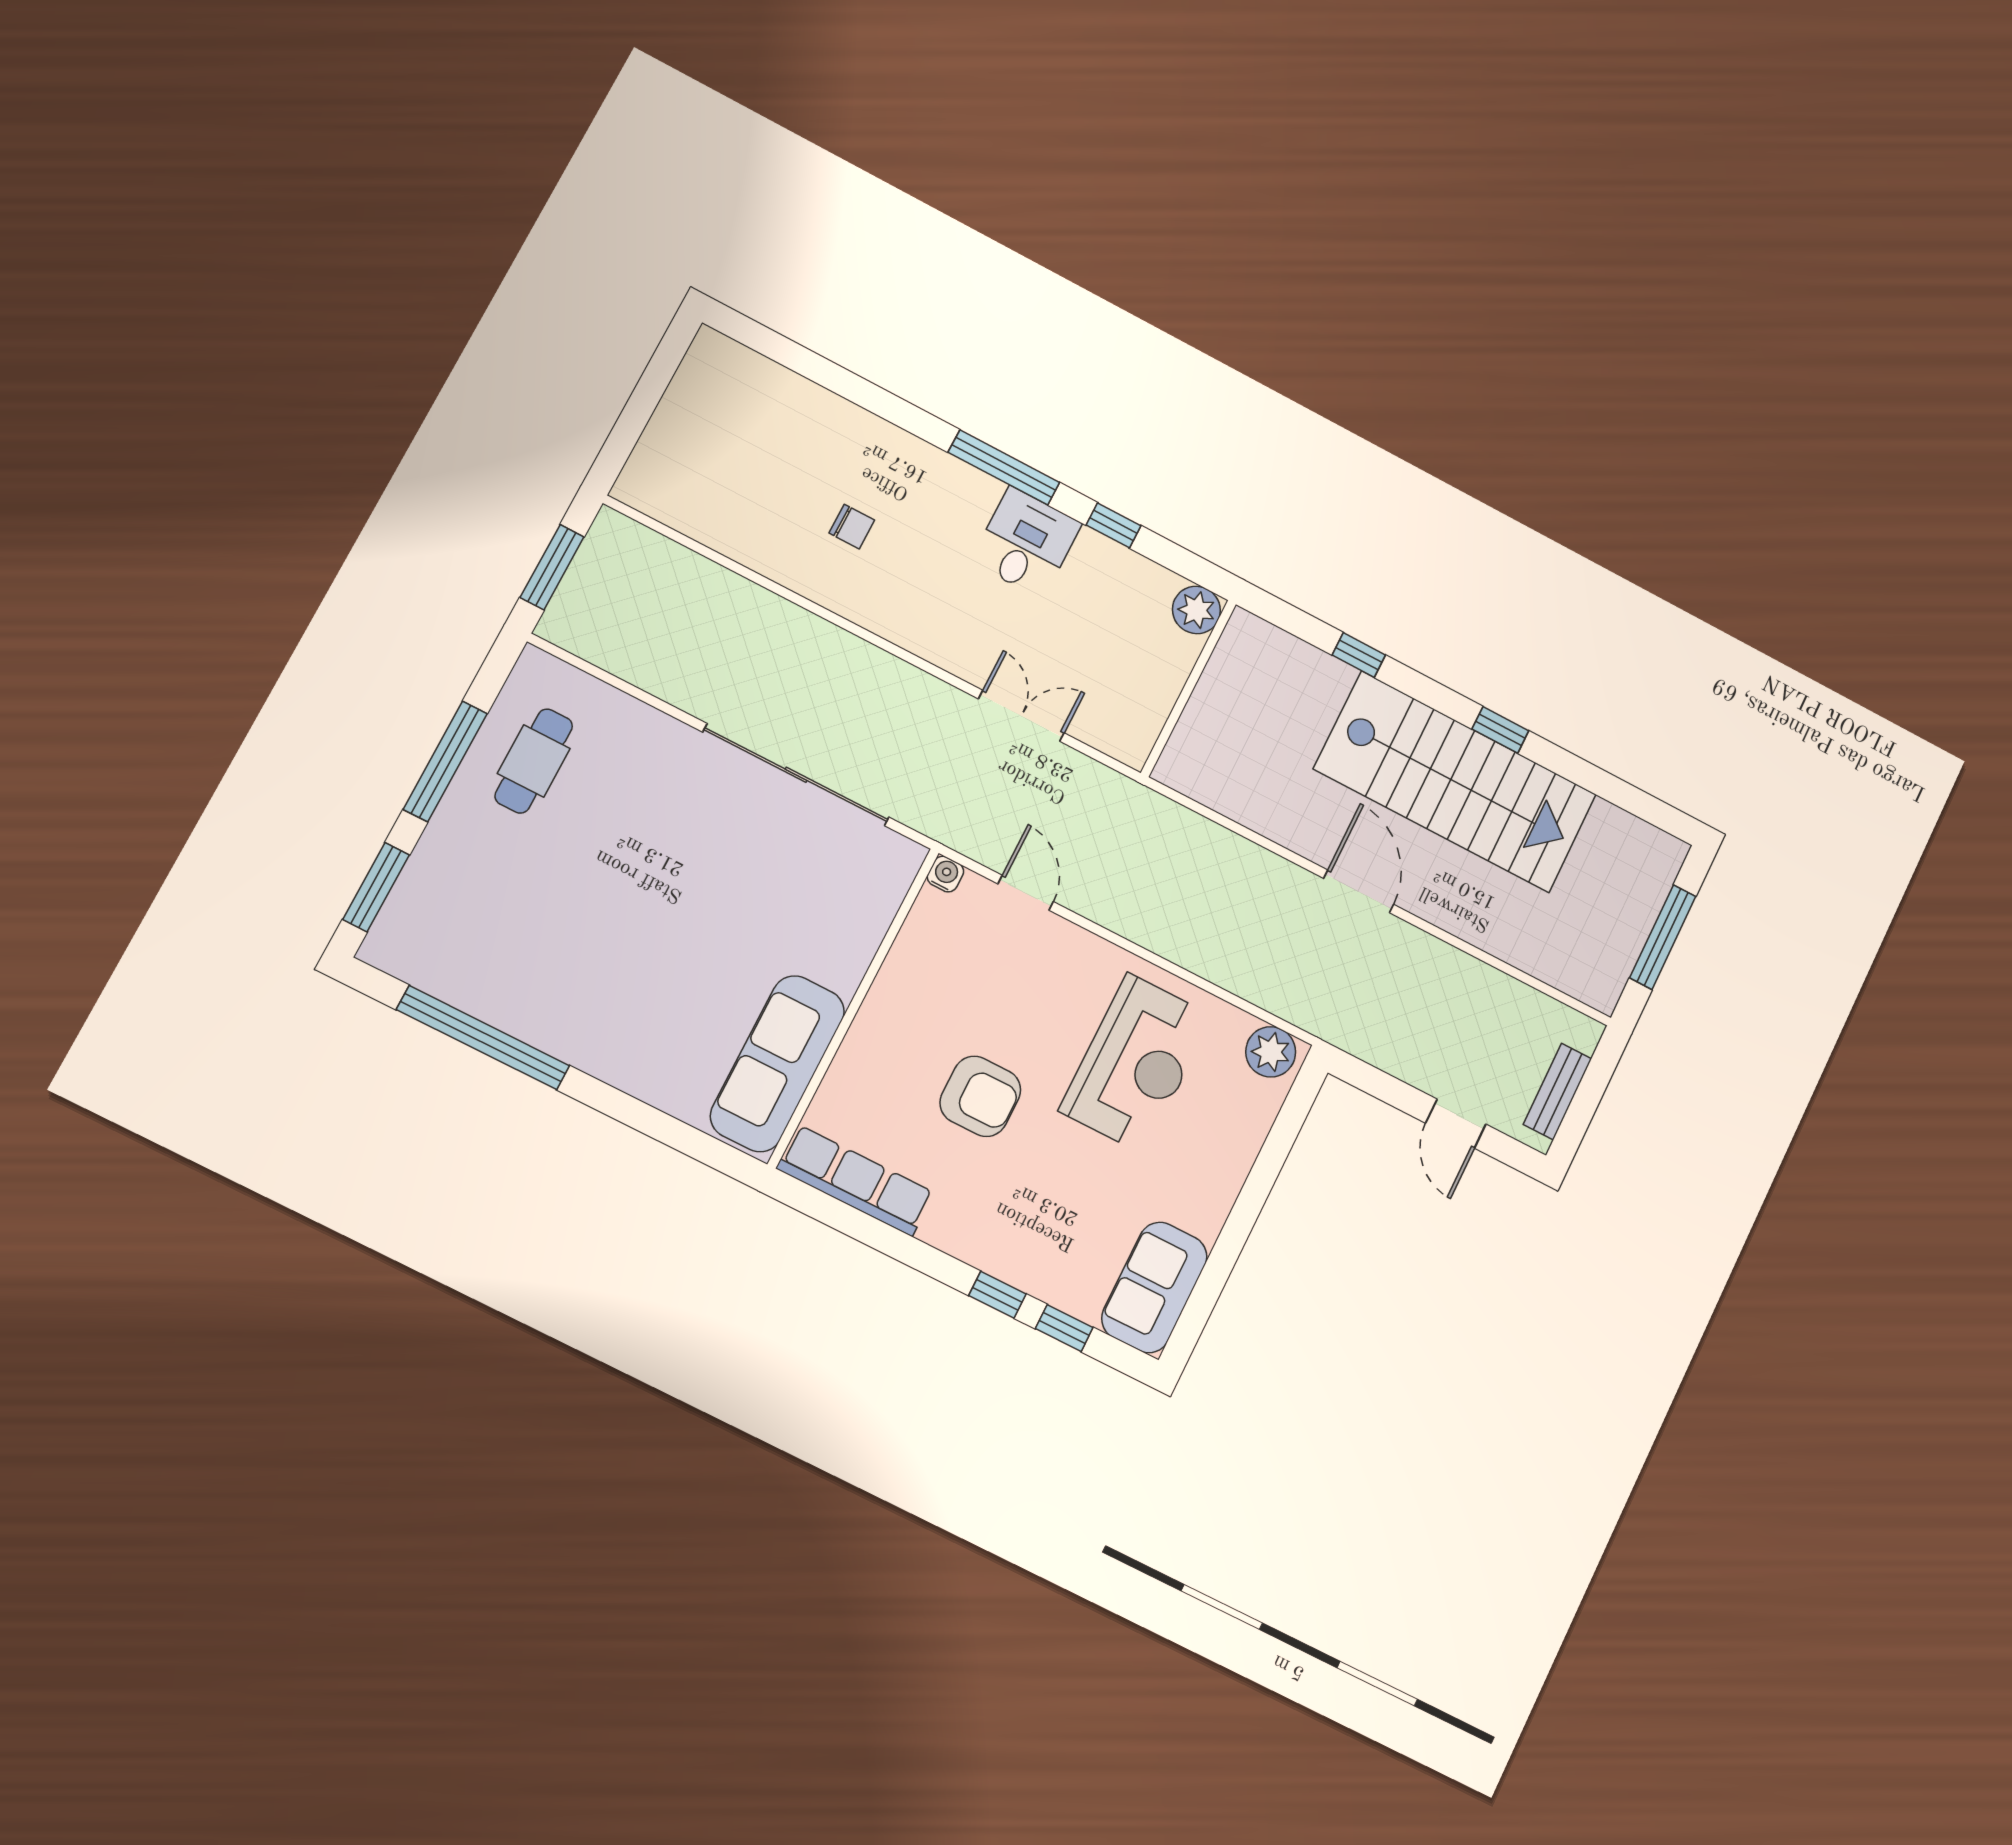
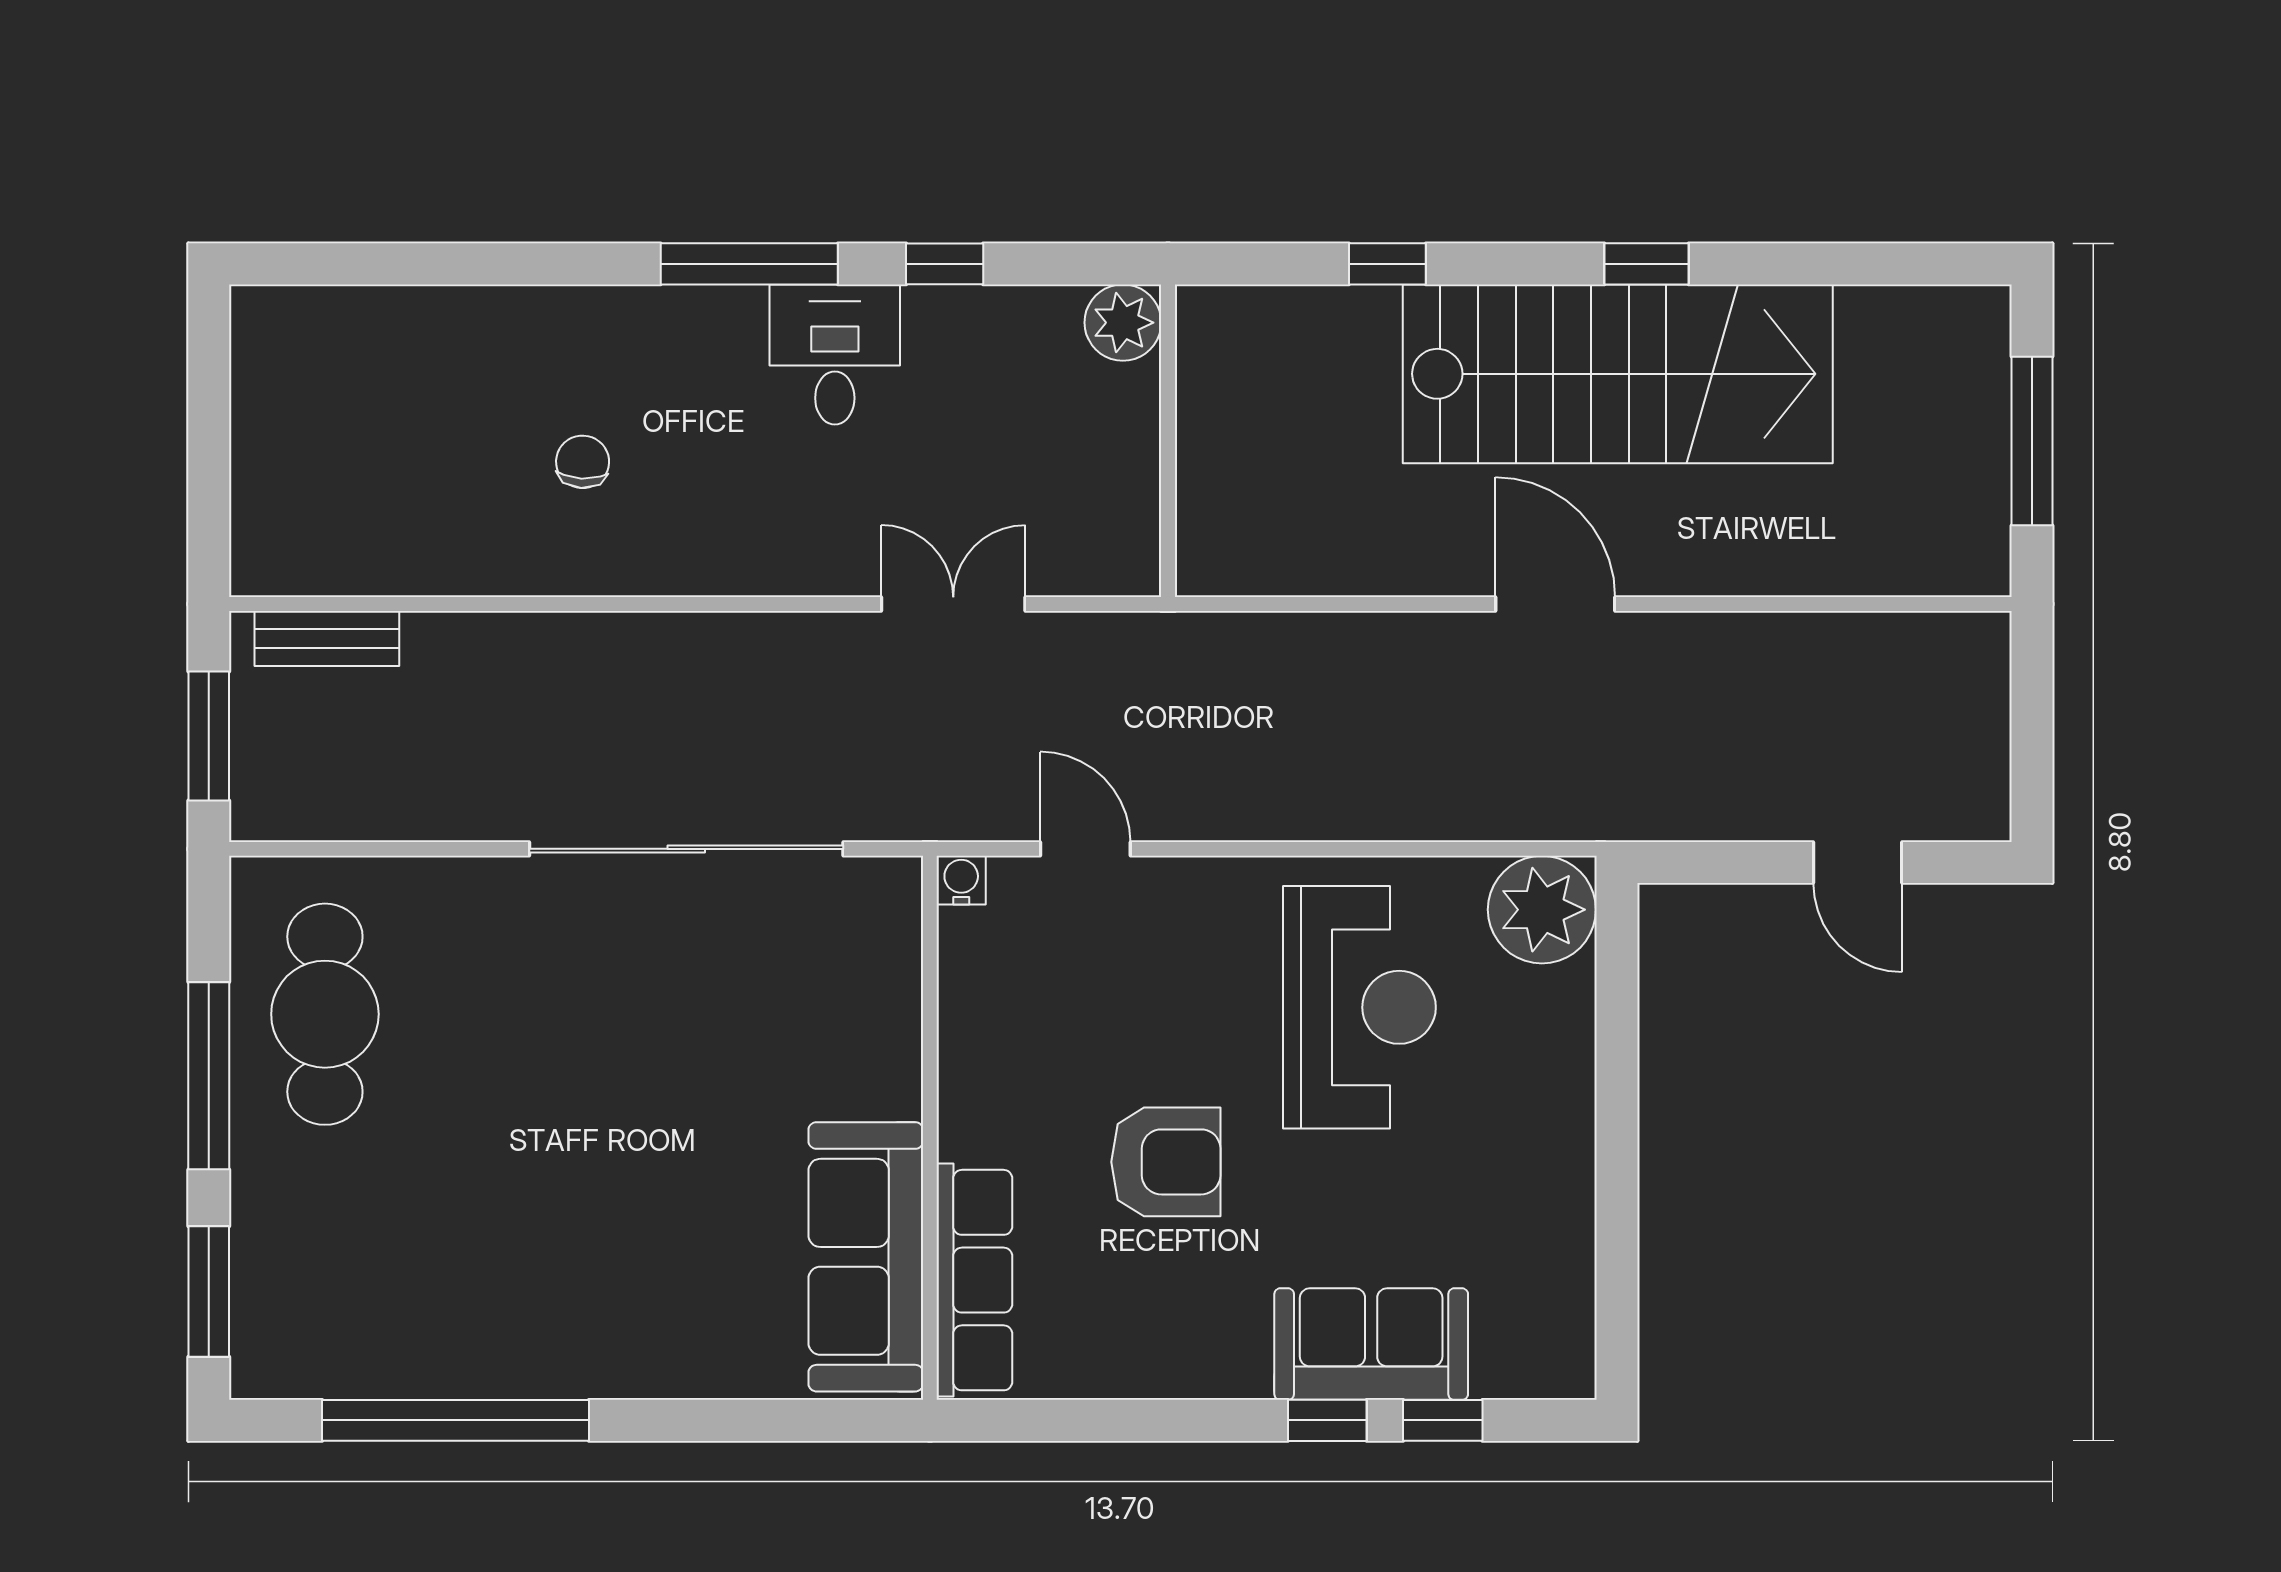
chair: (852, 527) -> (583, 462), turned -87
cafe table: (534, 761) -> (325, 1014), width x1.37, depth x1.35
plant: (1271, 1052) -> (1542, 910), width x1.36, depth x1.36
bench: (1557, 1092) -> (327, 638), moved, turned 90
row of seats: (855, 1181) -> (974, 1280), moved, turned 90
sofa: (1154, 1287) -> (1371, 1344), moved, turned 90

